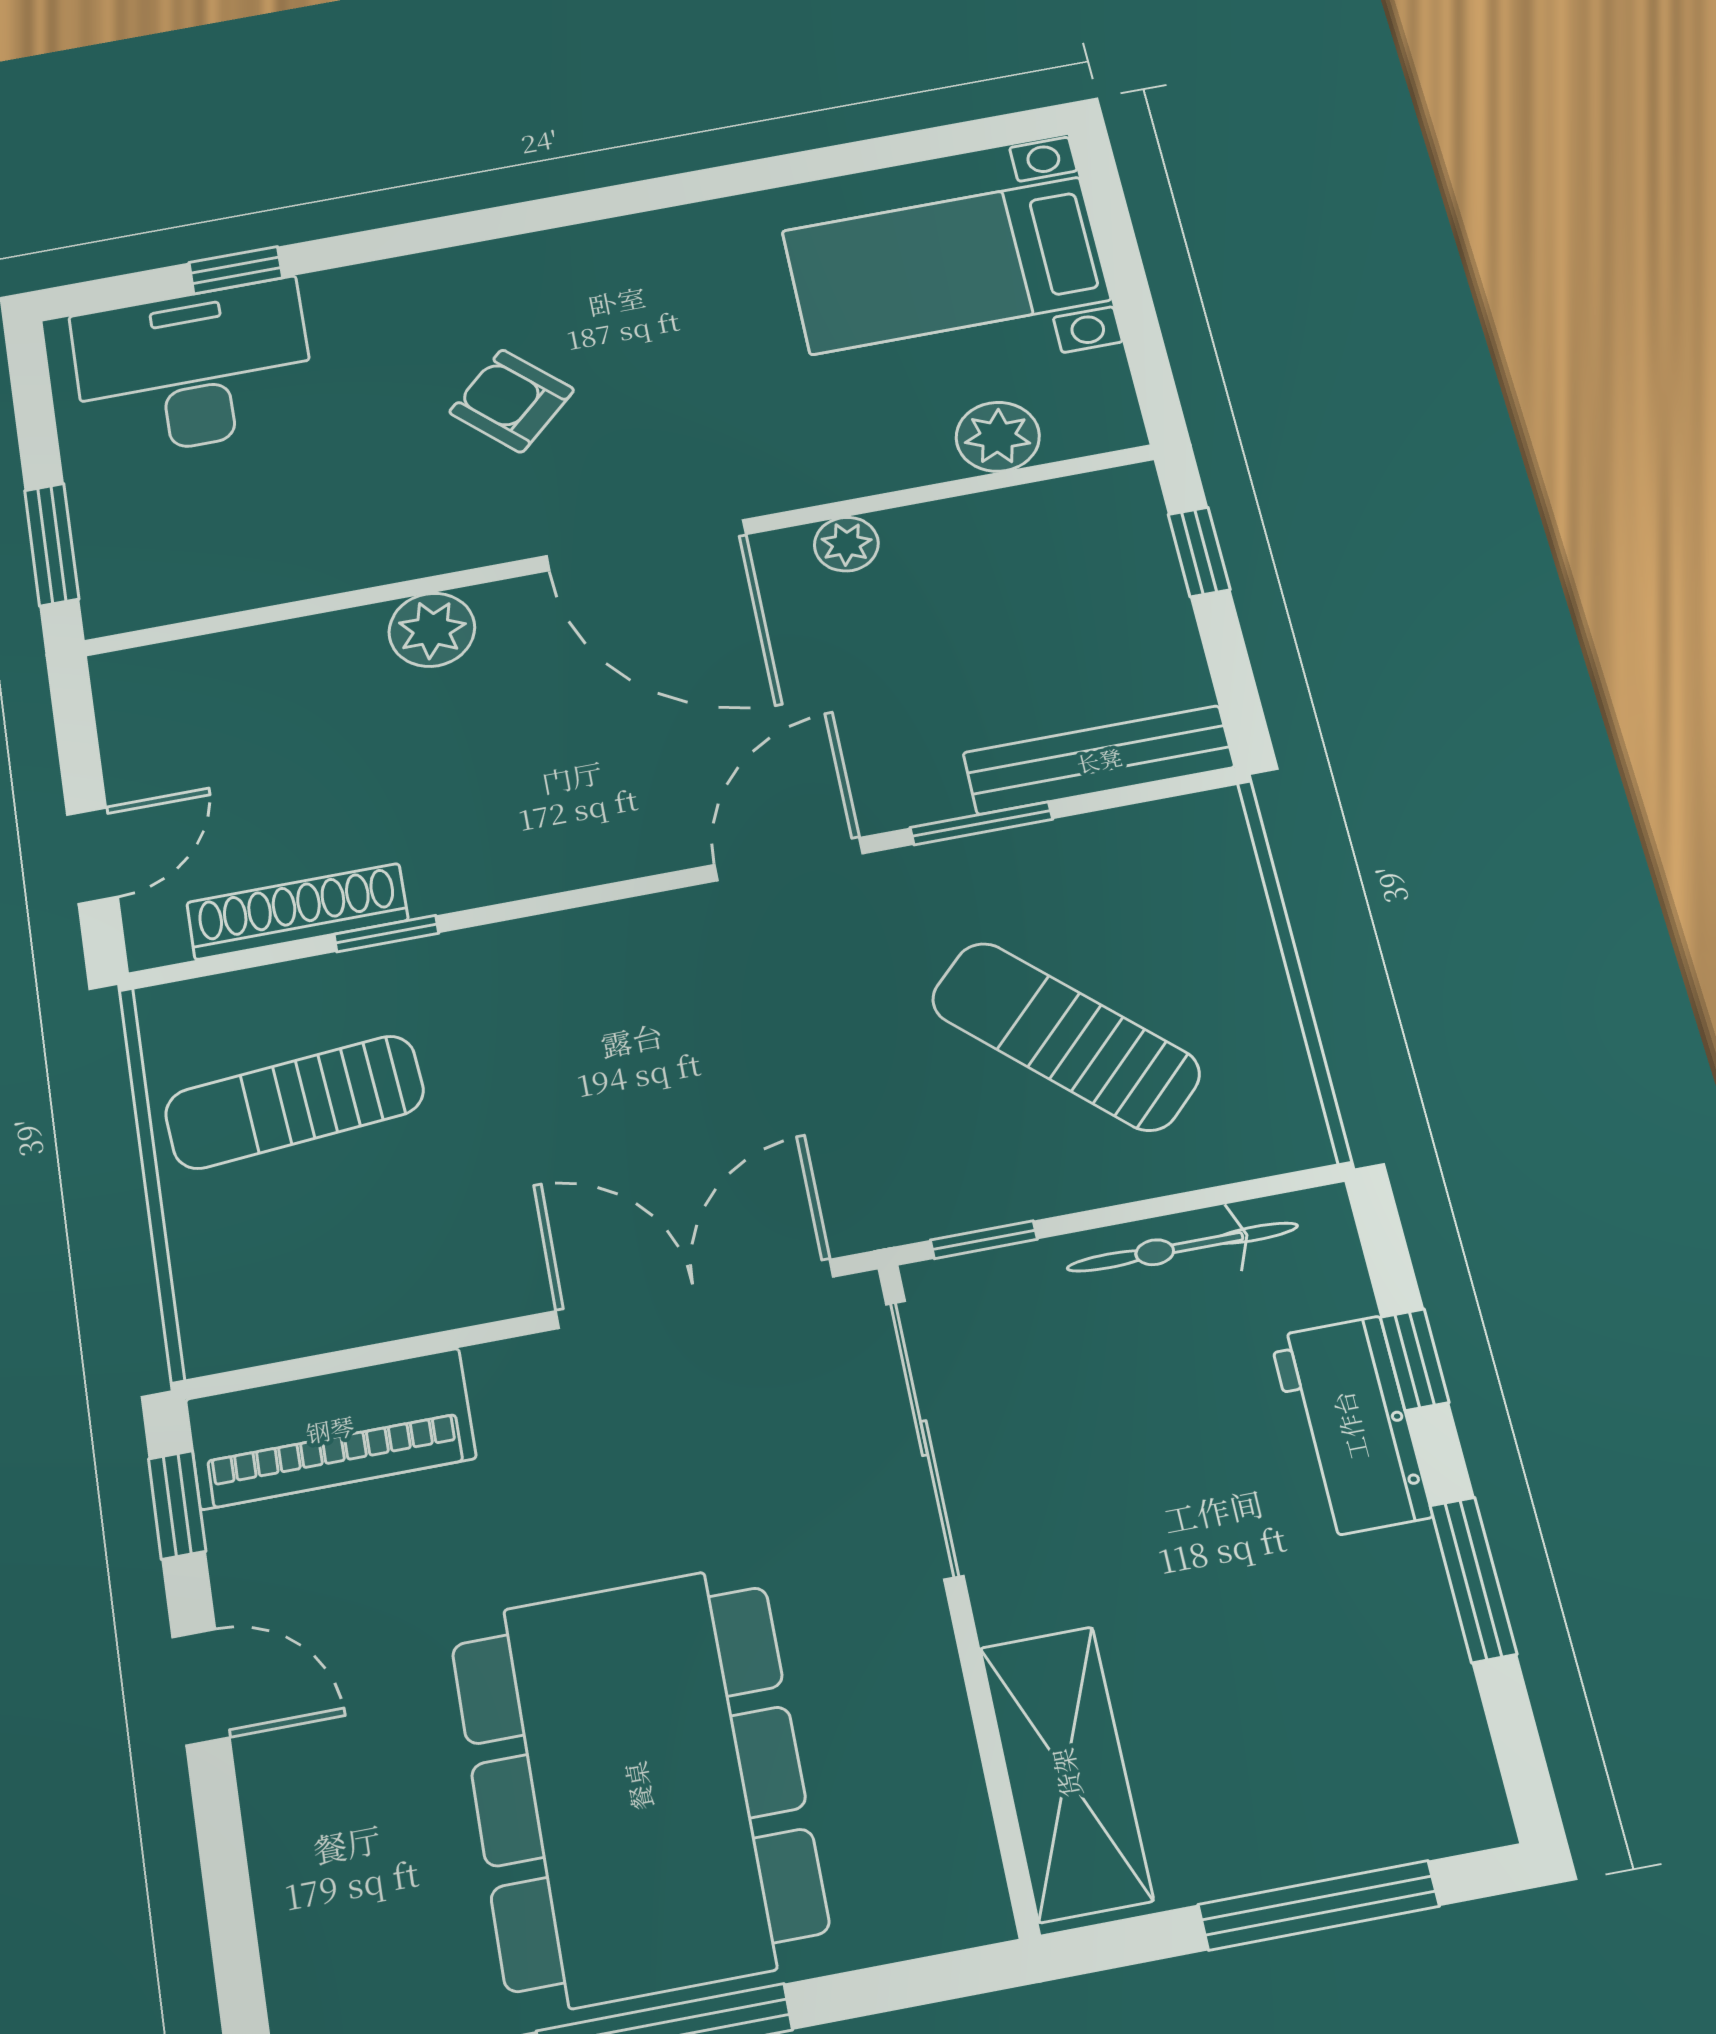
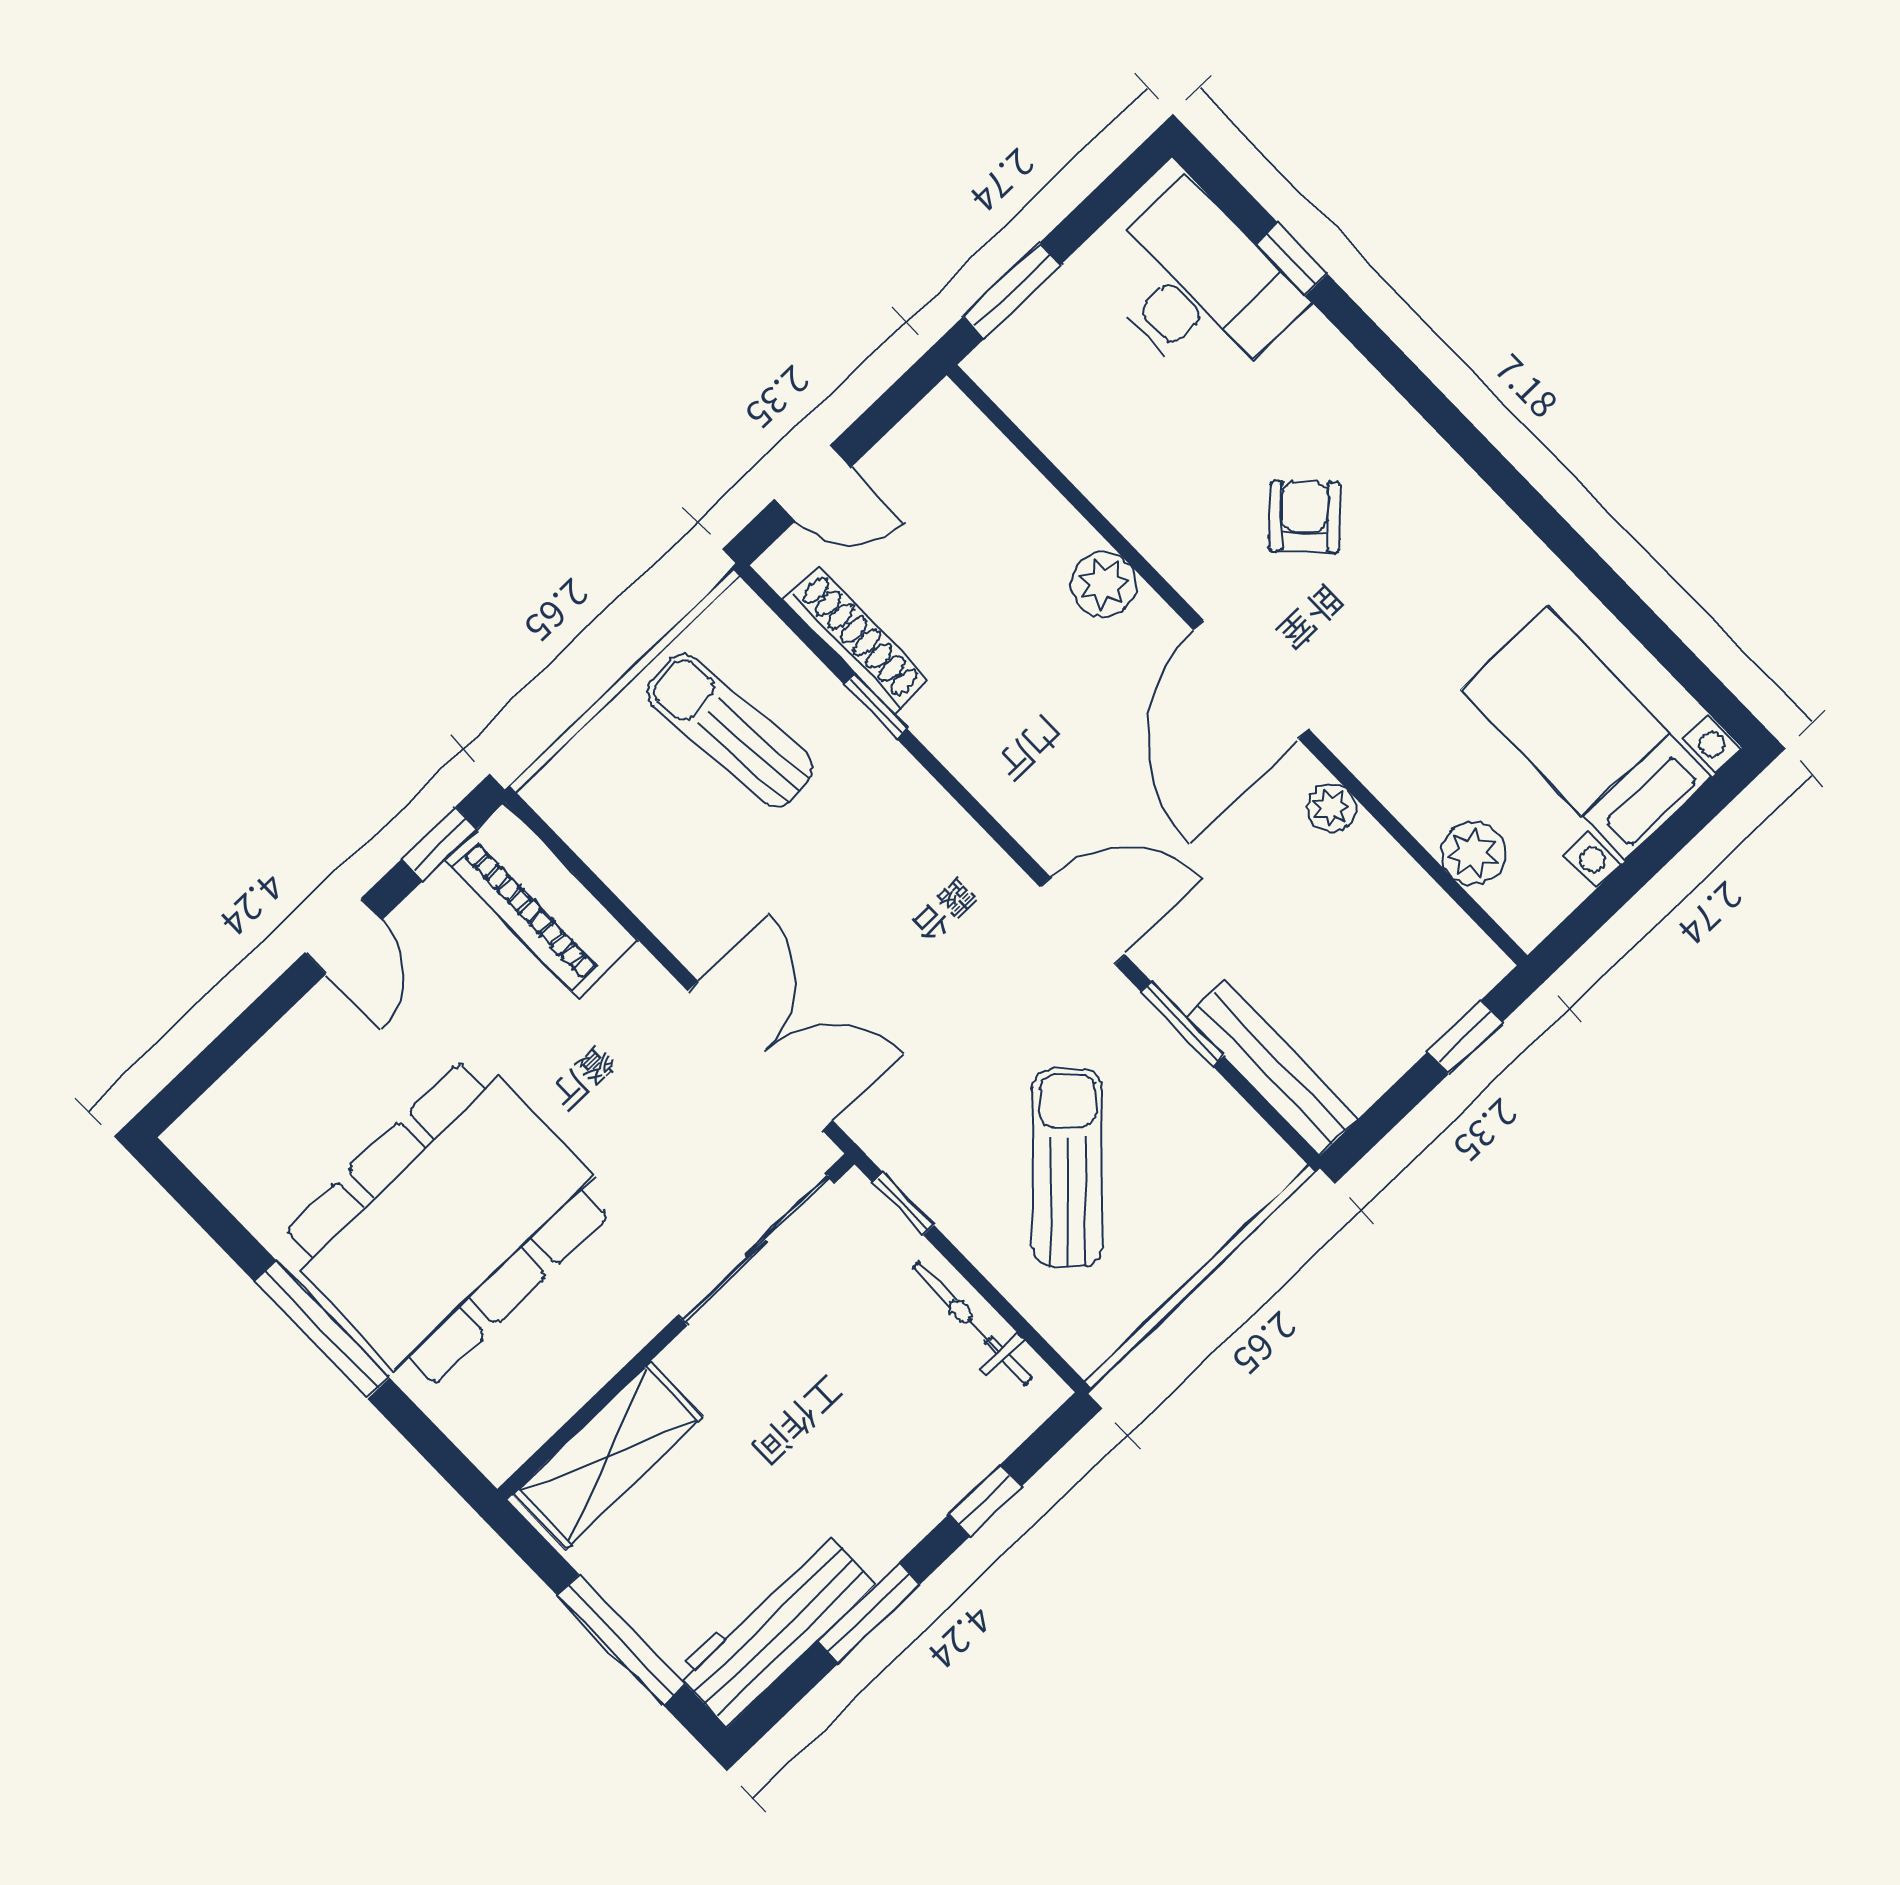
workbench: (1350, 1426) -> (775, 1628), moved, width x1.38

